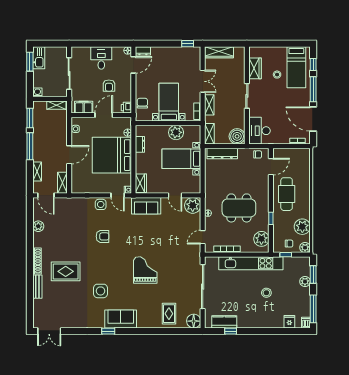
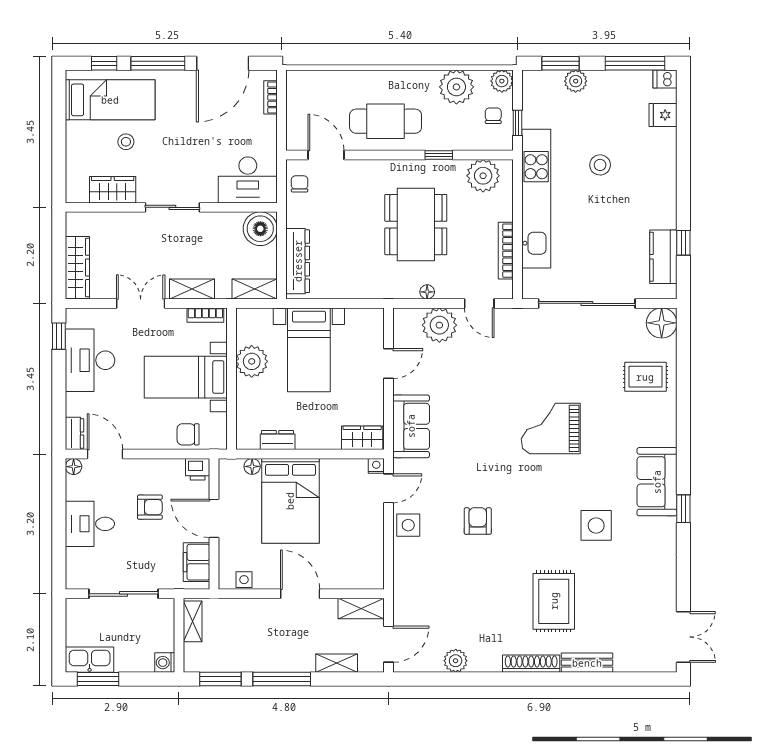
desk: (177, 58) -> (90, 360), added
bed: (112, 155) -> (290, 501), width x0.73
plant: (193, 205) -> (439, 325), moved

